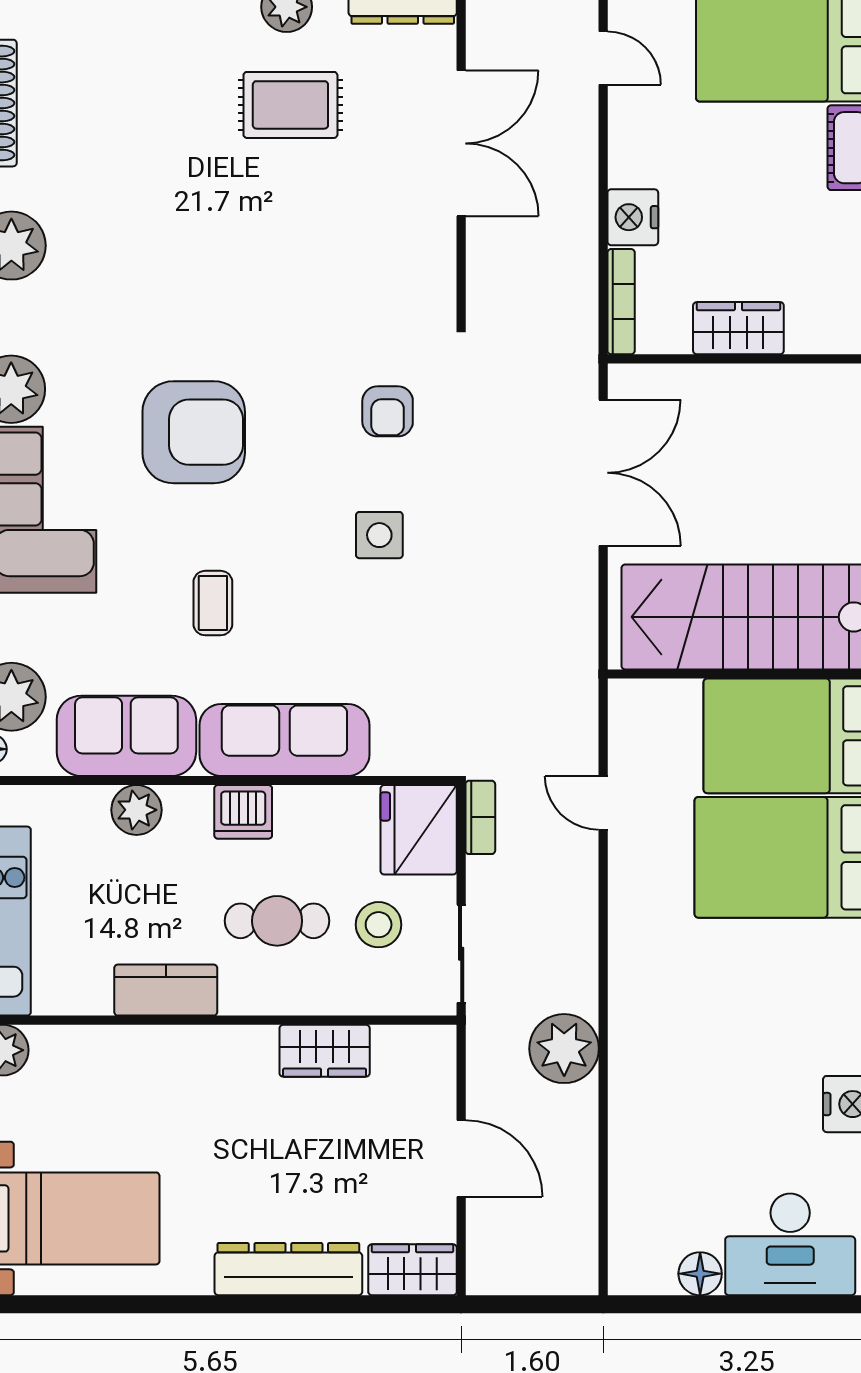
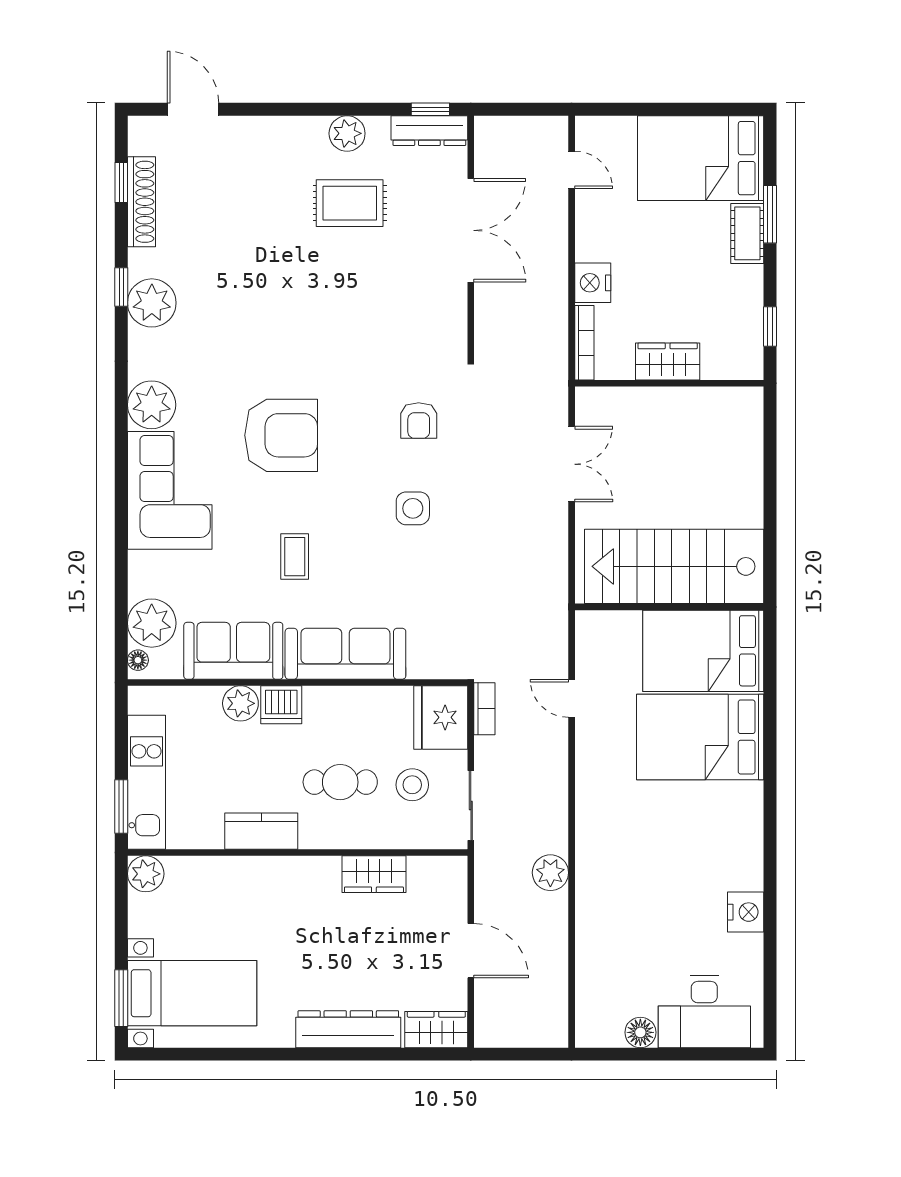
double door: (603, 473) -> (572, 464), width x0.73
dishwasher: (243, 812) -> (281, 705), moved
plant: (564, 1049) -> (550, 873), width x0.73, depth x0.73

